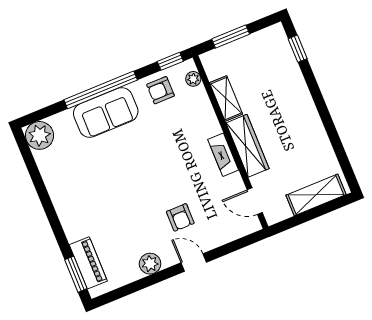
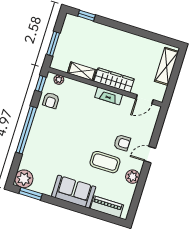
sofa: (106, 112) -> (74, 192), moved, turned -90
coffee table: (140, 216) -> (105, 162), added
window: (76, 274) -> (31, 194), moved

